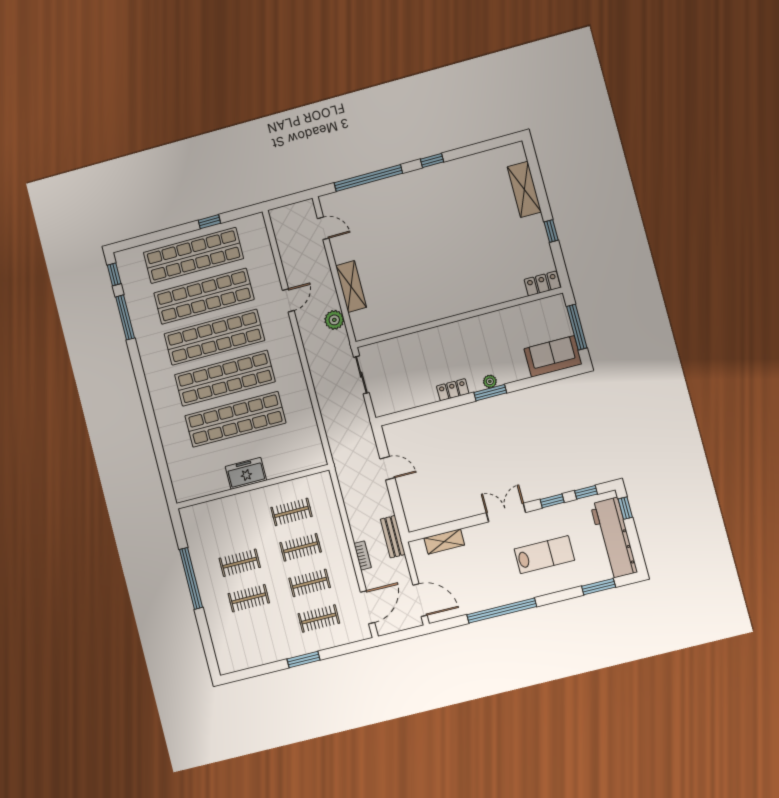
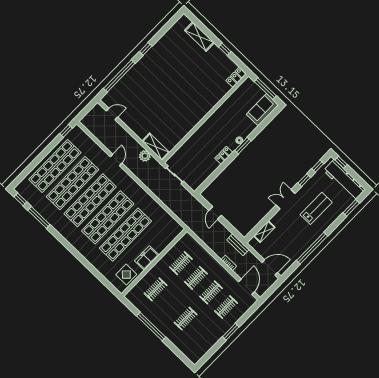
window: (209, 222) -> (66, 131), moved
shelving: (351, 286) -> (156, 147), moved
door: (387, 468) -> (215, 213), swing flipped
display table: (201, 479) -> (126, 275), added
clothes rail: (240, 563) -> (156, 289), moved

